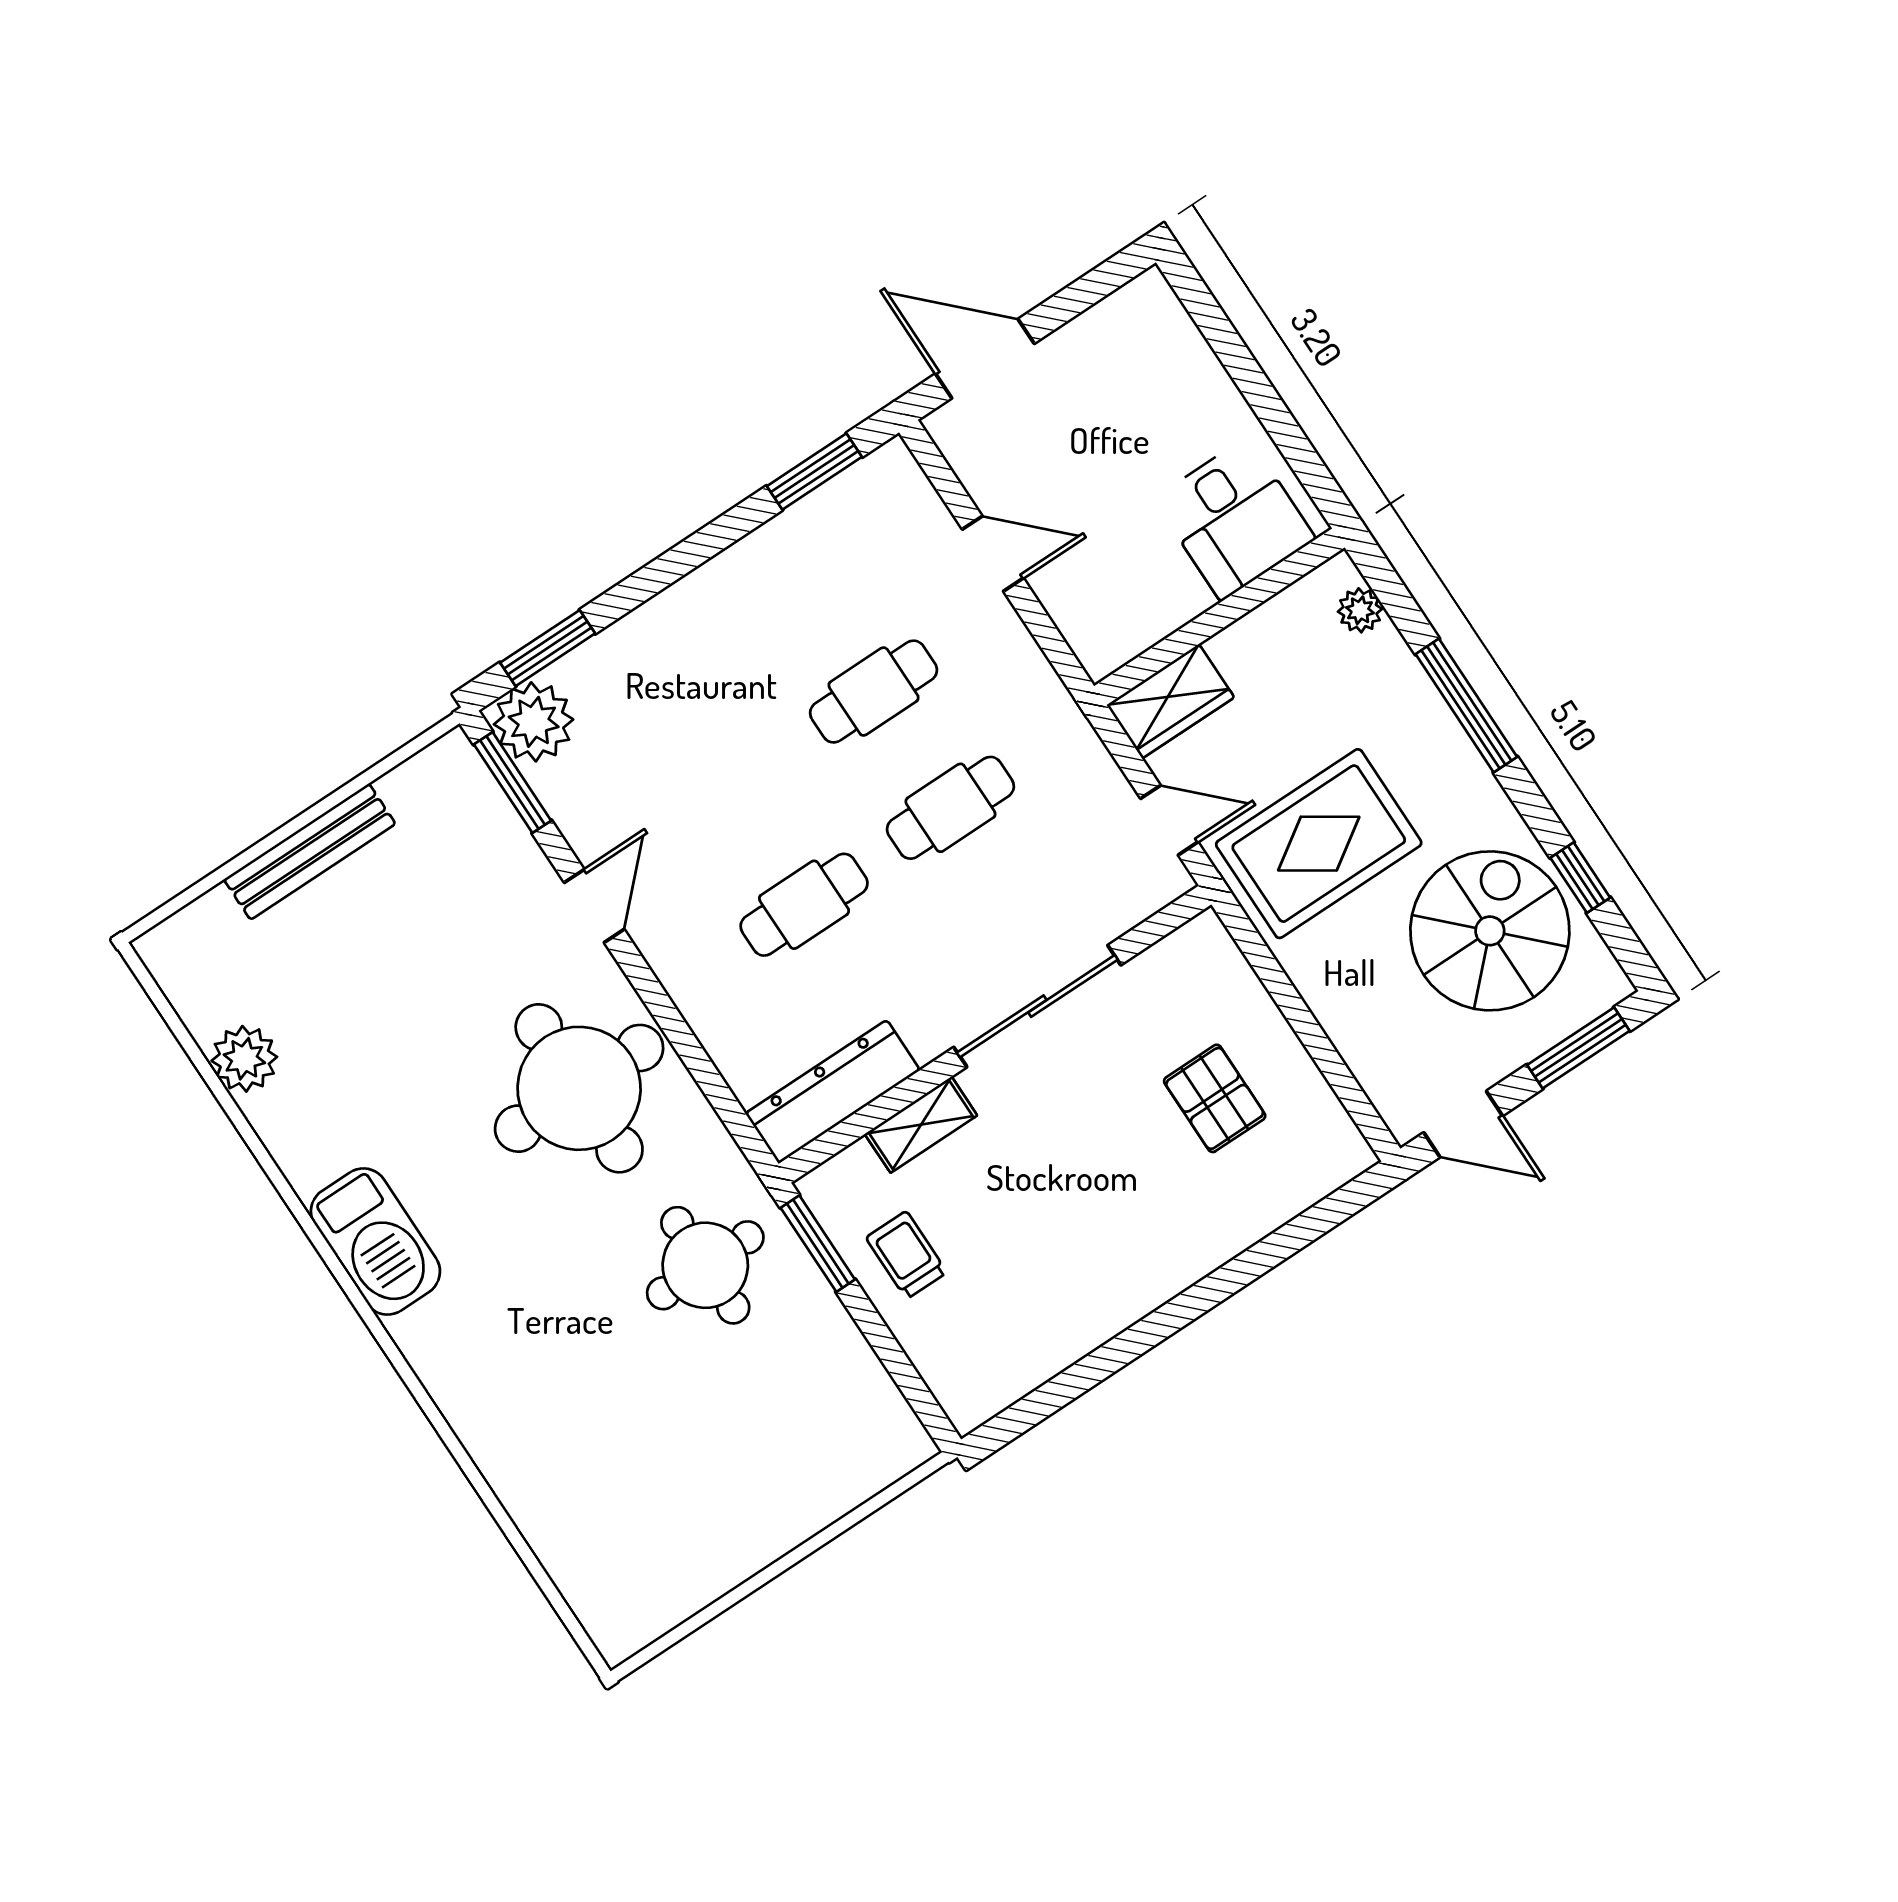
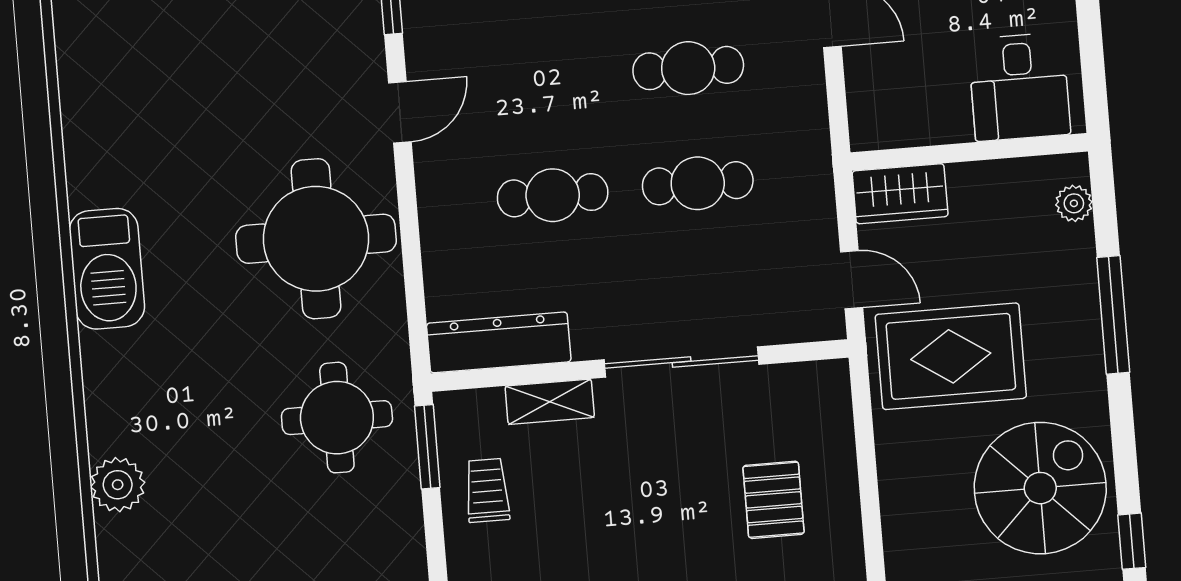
window: (1580, 878) -> (1132, 541), moved
plant: (244, 1059) -> (118, 485), moved

